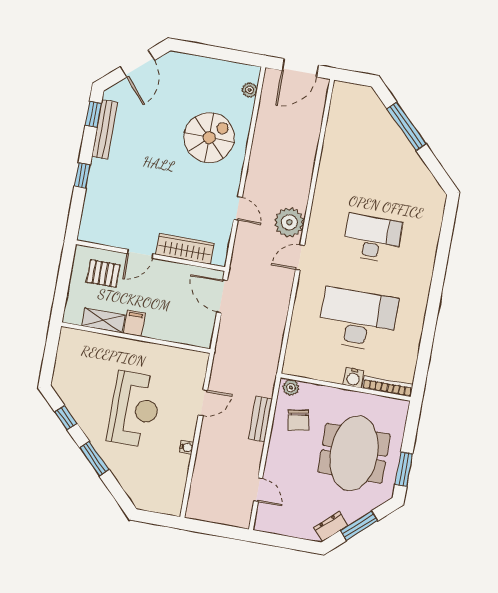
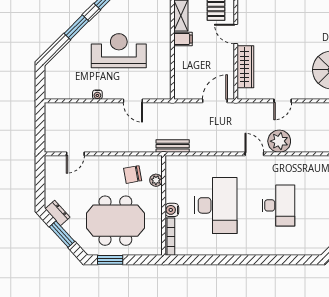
plant: (291, 388) -> (156, 180), moved
reception desk: (135, 409) -> (119, 51), turned 180
bench: (260, 419) -> (173, 146), moved

